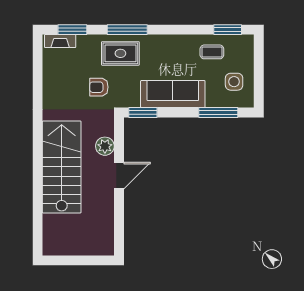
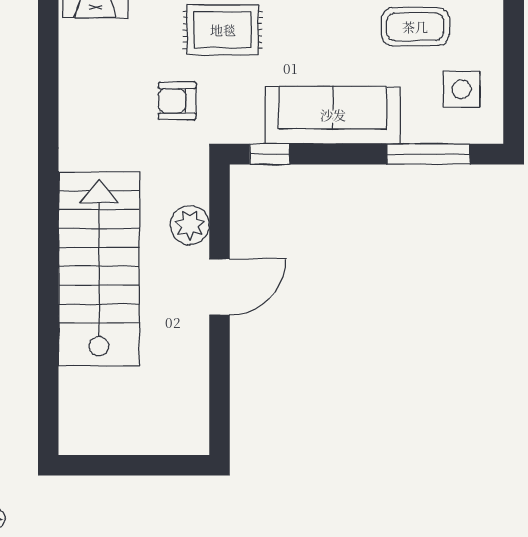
coffee table: (212, 52) -> (415, 27), width x1.36, depth x1.30
window: (143, 112) -> (270, 154), width x0.67

